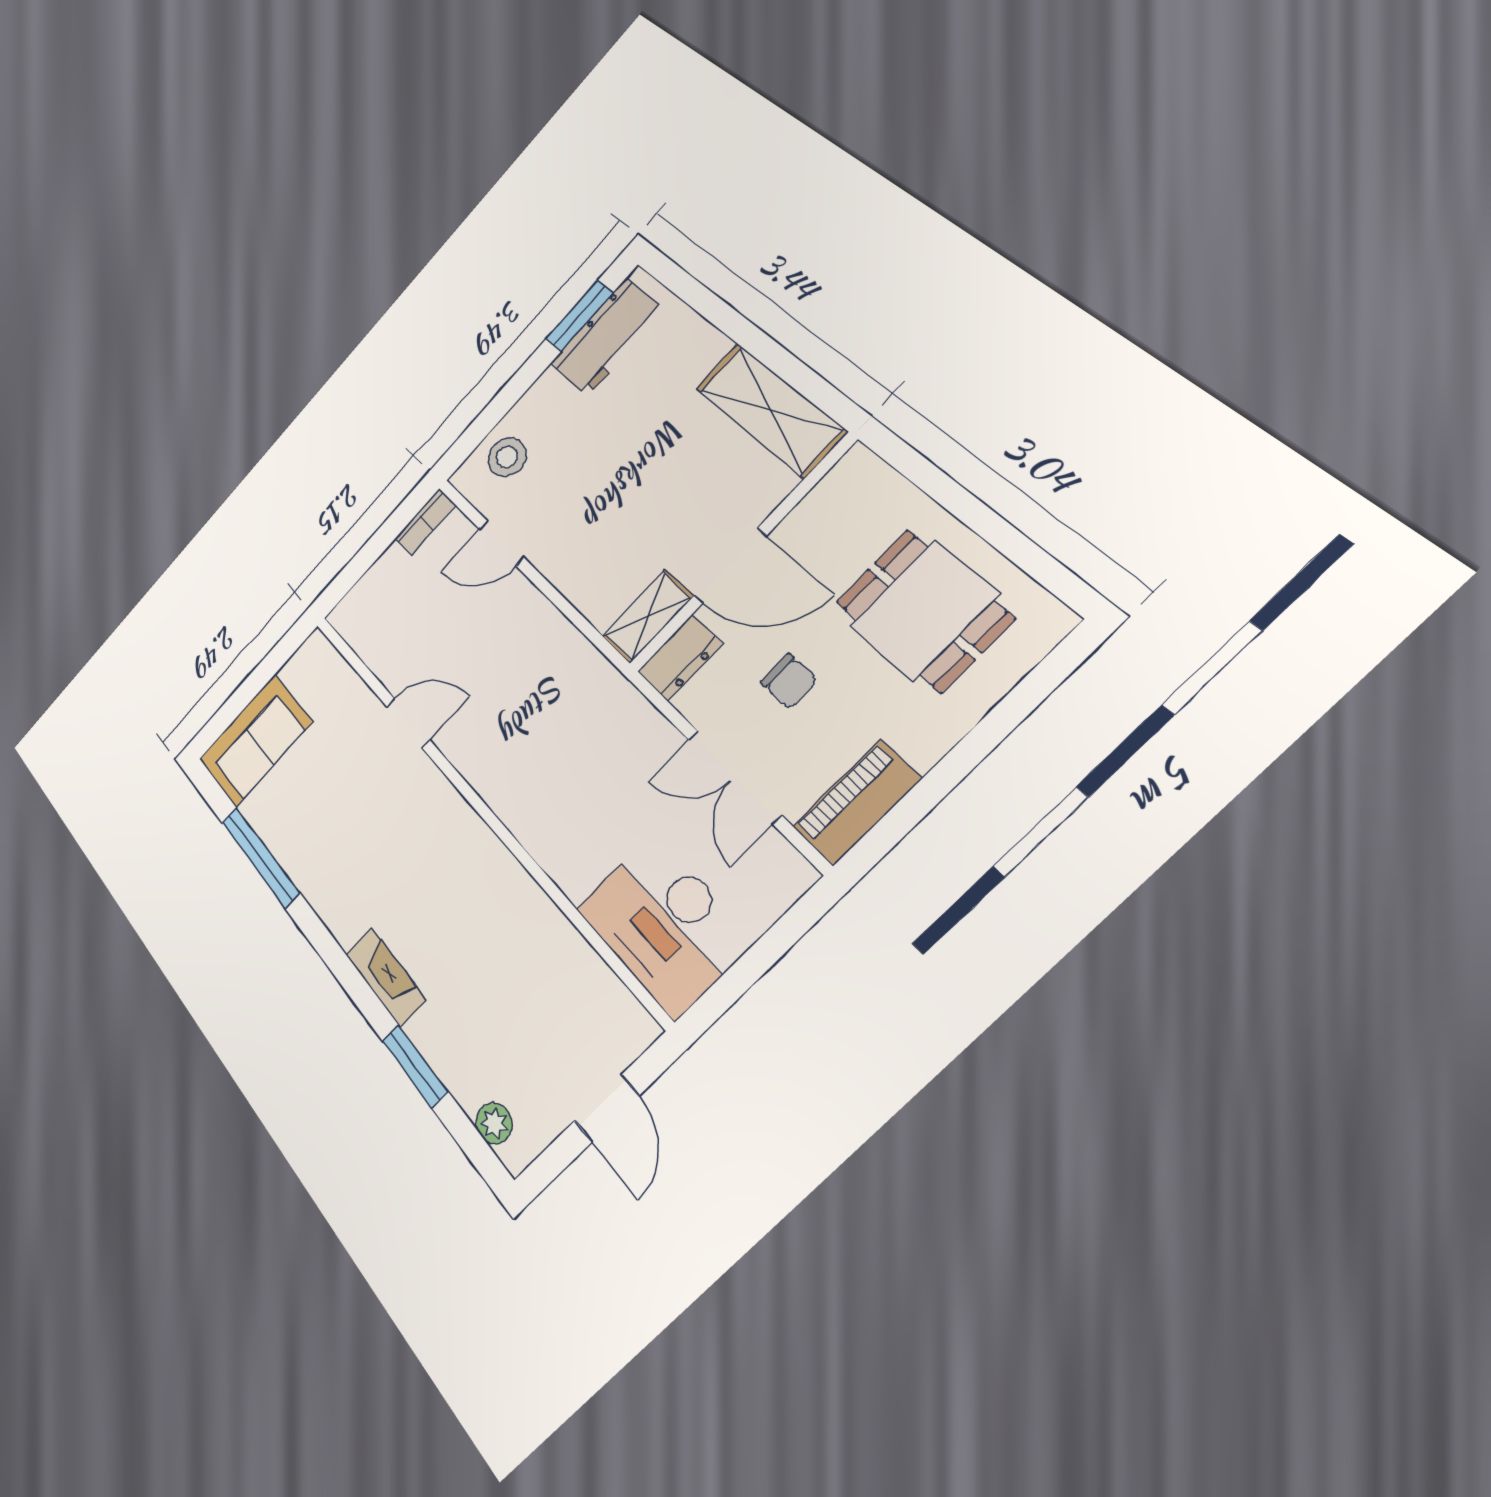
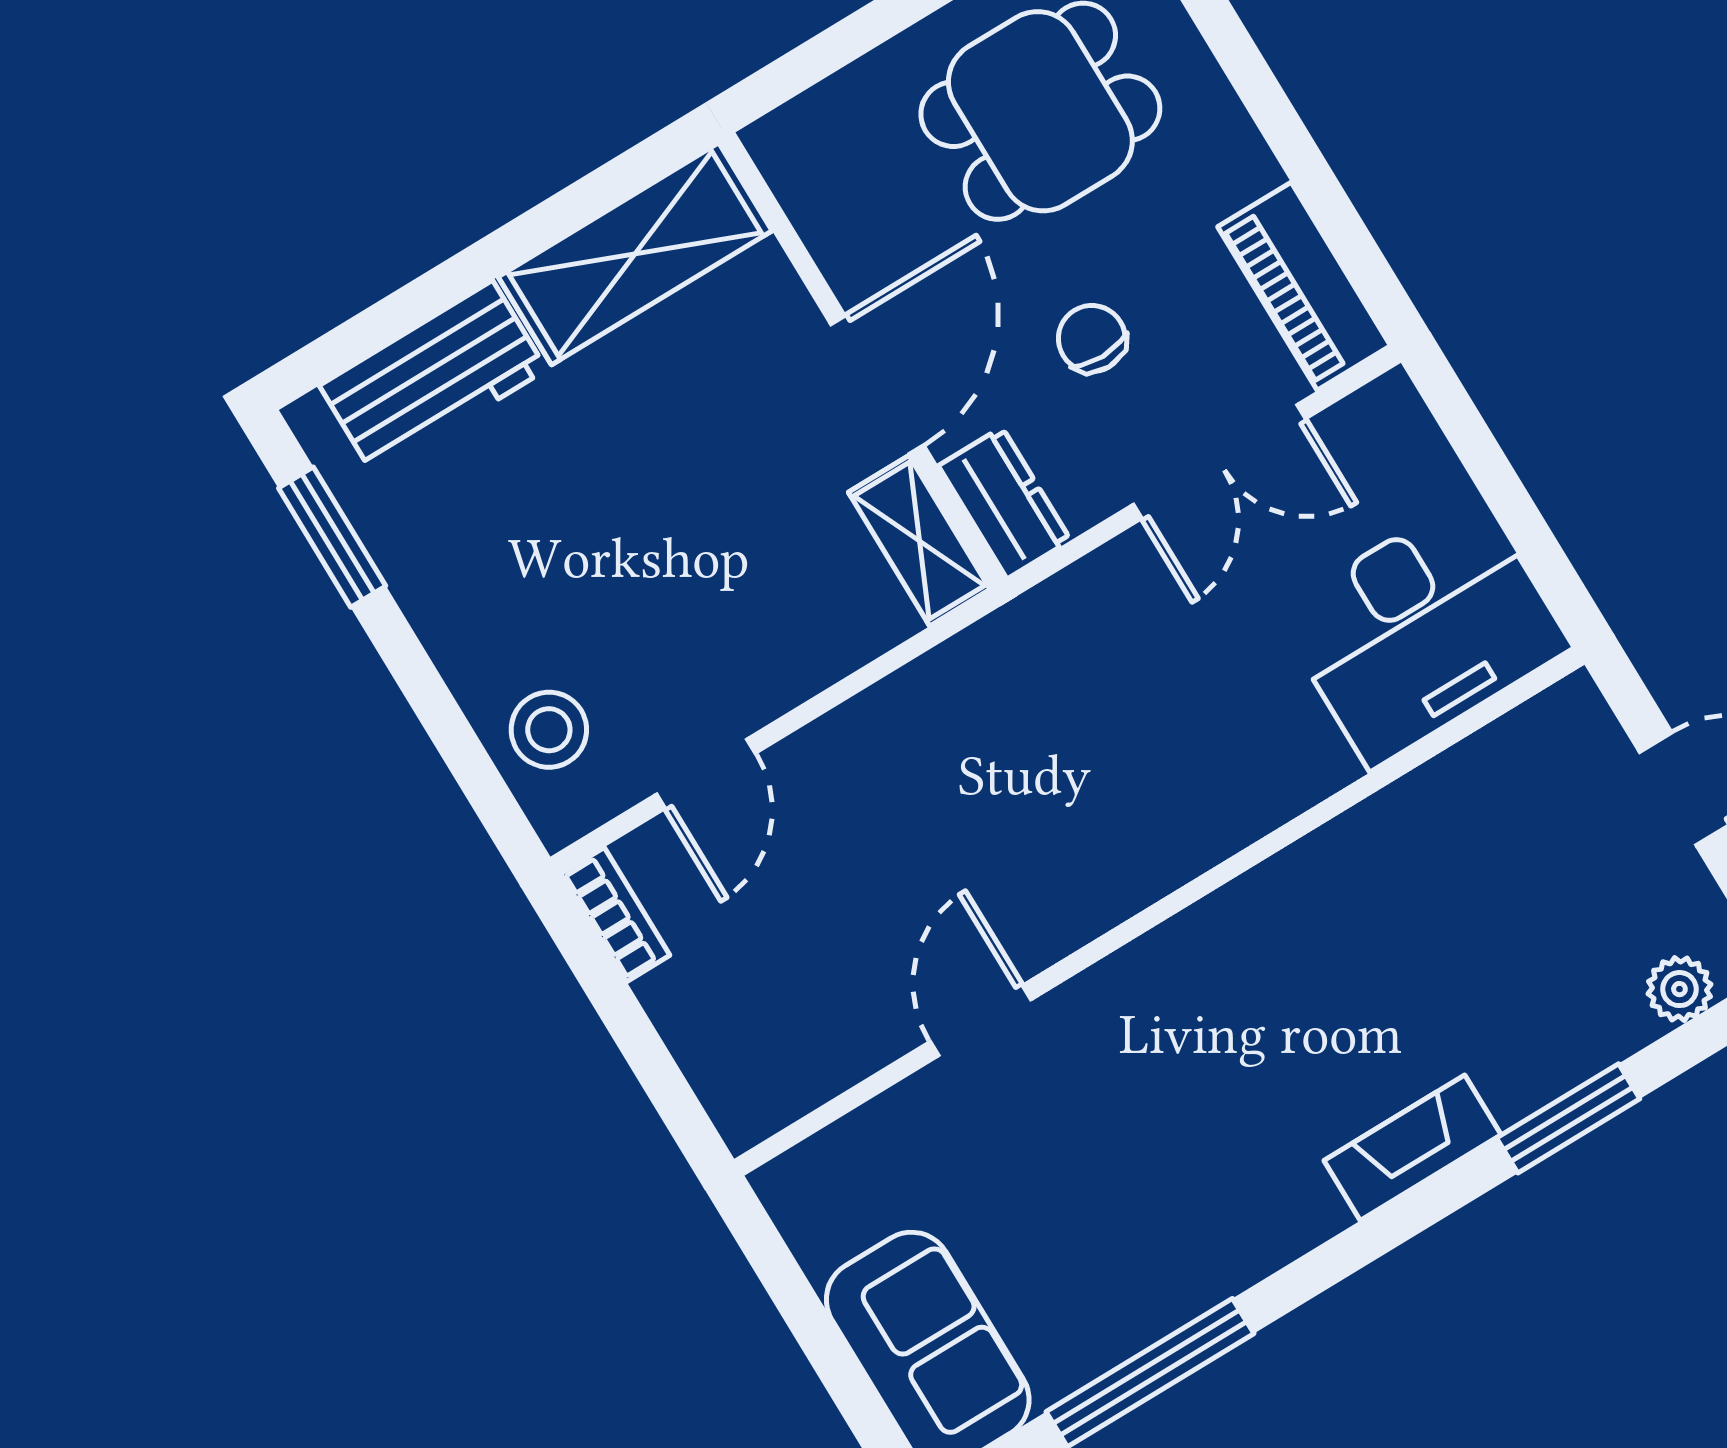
workbench: (606, 337) -> (433, 378), moved, turned 90
chair: (789, 681) -> (1092, 339), turned -90

